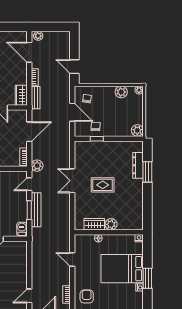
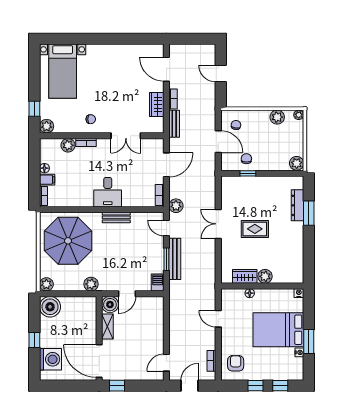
plant: (38, 36) -> (177, 49), removed
door: (74, 67) -> (221, 74), moved
wardrobe: (21, 95) -> (157, 105), moved
door: (29, 184) -> (166, 228), hinge flipped

